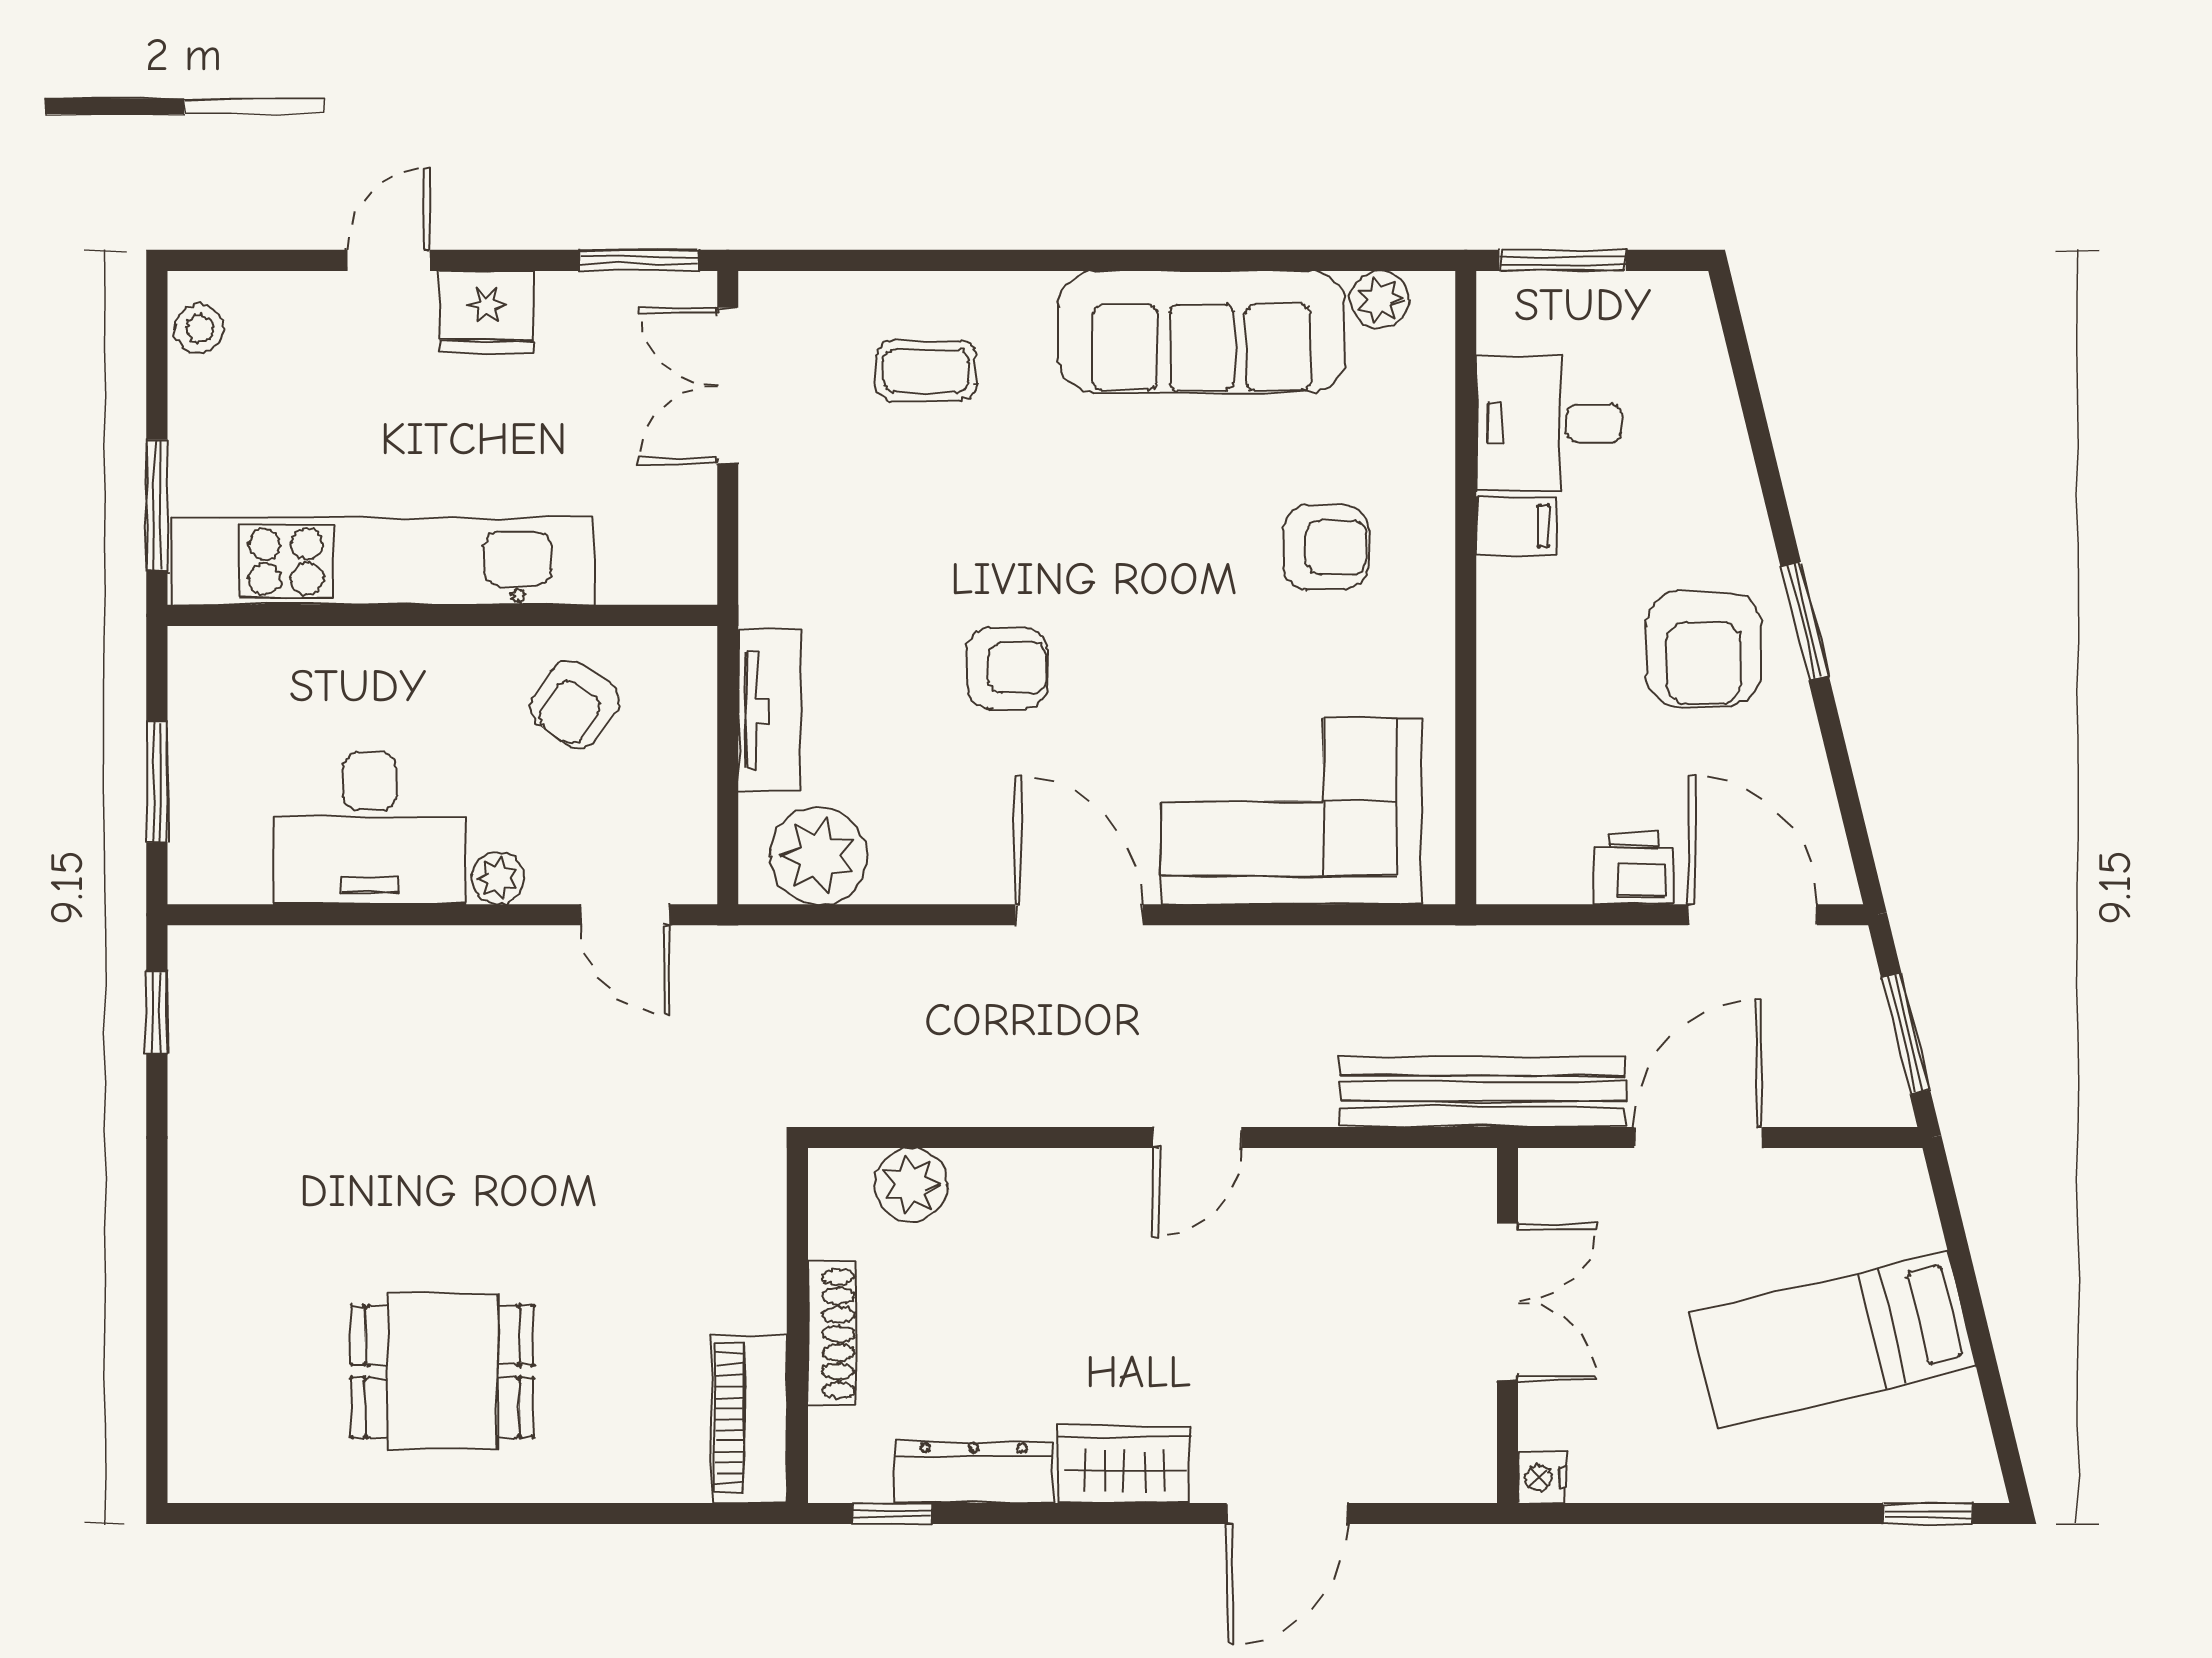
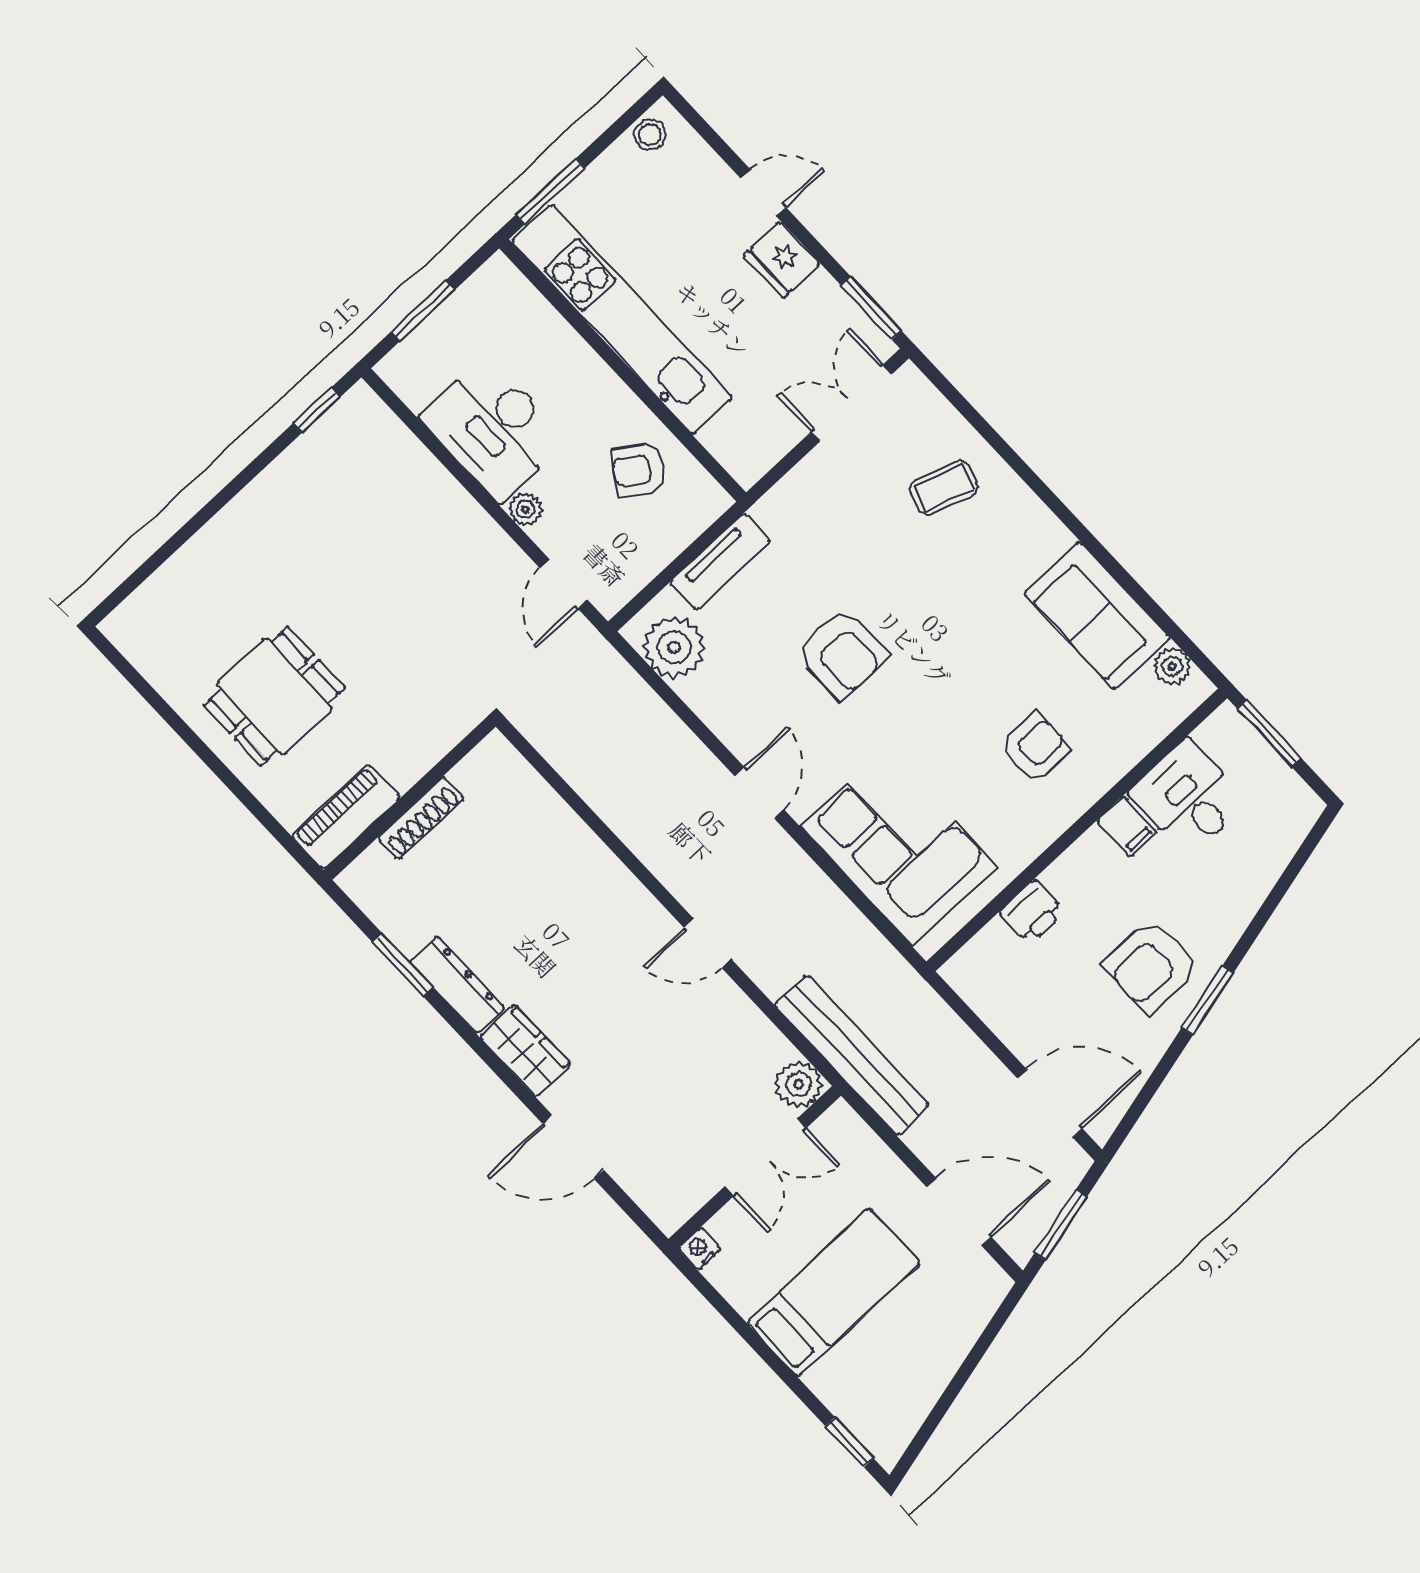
sofa: (1202, 332) -> (1097, 615), width x0.73
coffee table: (926, 371) -> (944, 488), turned -72
armchair: (1326, 547) -> (1035, 748), turned -90
armchair: (1007, 668) -> (842, 653), width x1.38, depth x1.38
printer: (1634, 868) -> (1032, 912), moved, turned 90
door: (1079, 915) -> (759, 793), width x0.73
door: (1753, 915) -> (1050, 1103), hinge flipped
door: (1698, 1138) -> (959, 1212), moved
plant: (911, 1185) -> (799, 1084), moved
wall: (797, 1326) -> (410, 798), moved
shoe rack: (832, 1334) -> (421, 818), moved
bed: (1833, 1340) -> (833, 1293), moved, turned 104
dining table: (442, 1371) -> (274, 696), turned 90
piano: (750, 1419) -> (346, 817), moved
window: (892, 1513) -> (403, 965), width x1.50

